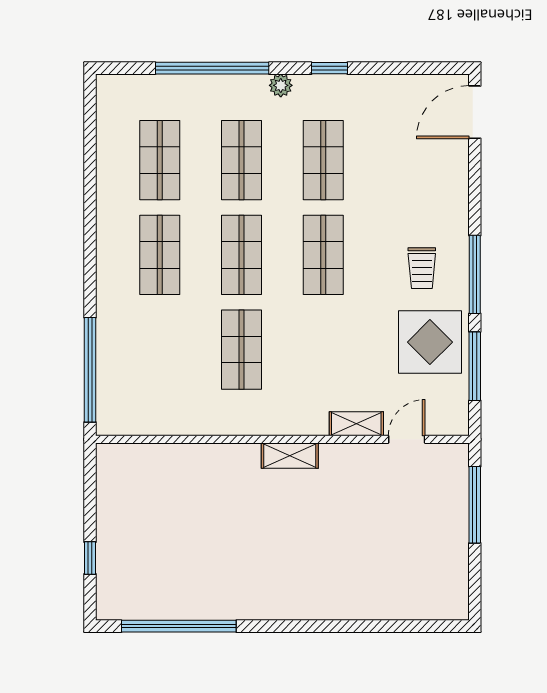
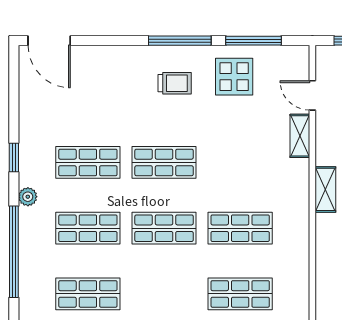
shop shelf: (160, 255) -> (240, 294), moved
display table: (430, 342) -> (234, 77), width x0.73, depth x0.73

